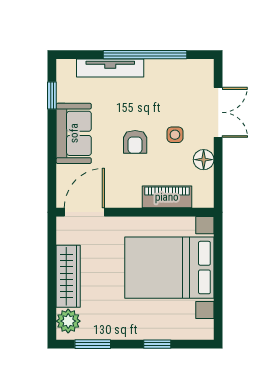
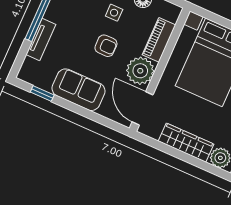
tv unit: (110, 68) -> (41, 39), width x0.71
plant: (124, 191) -> (140, 71), added

